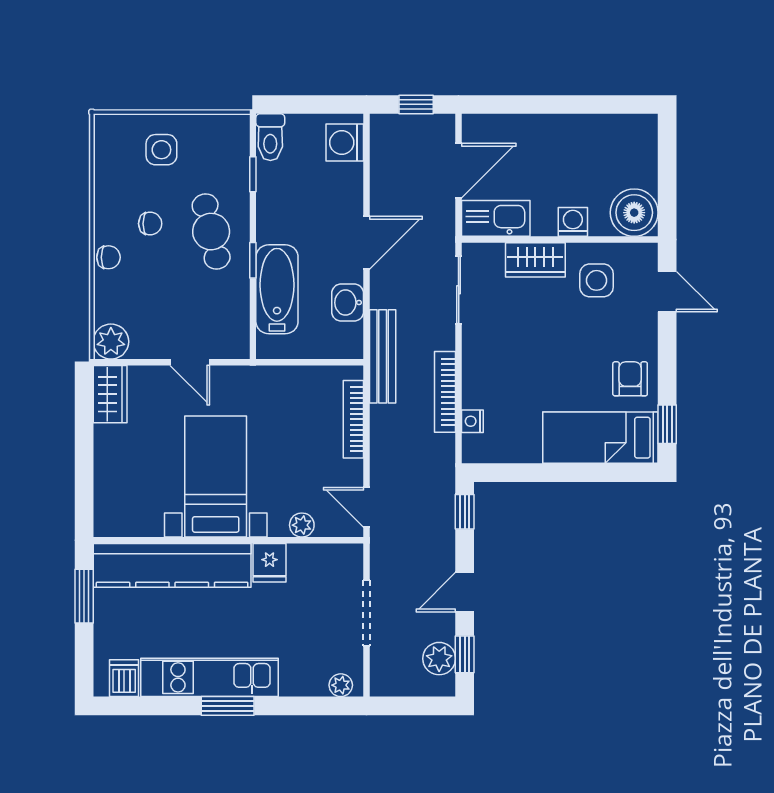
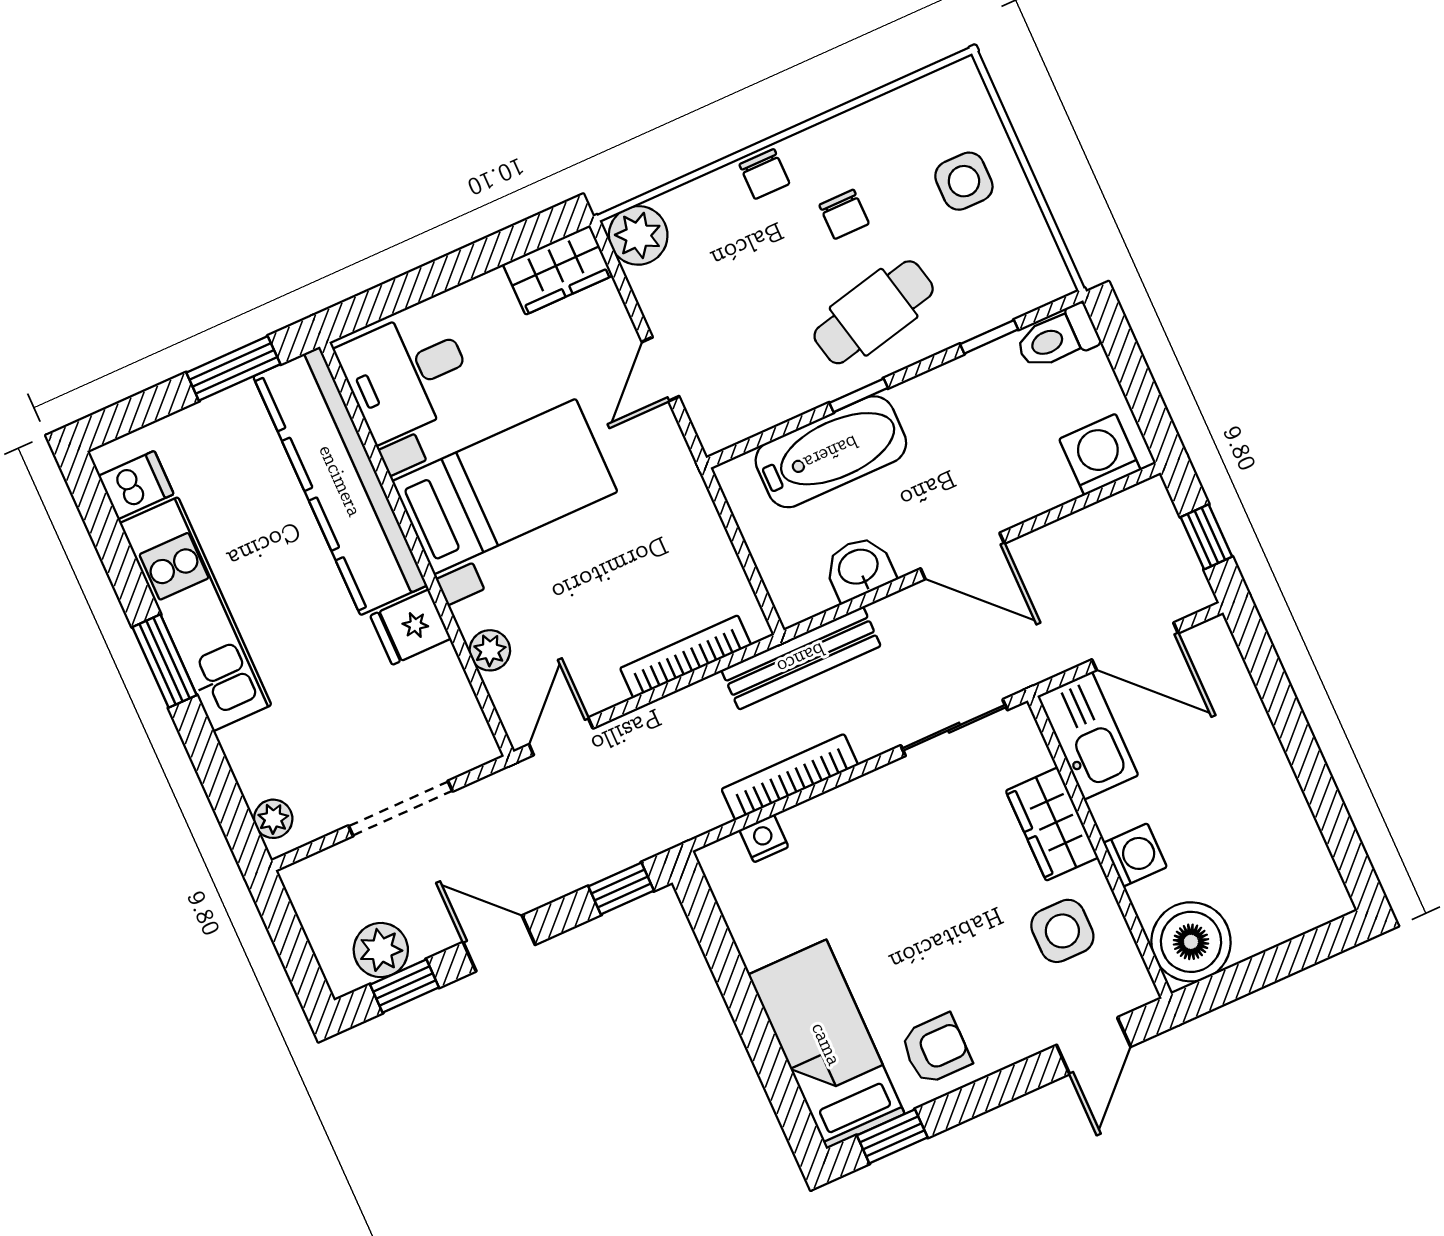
desk: (130, 503) -> (407, 374), added

